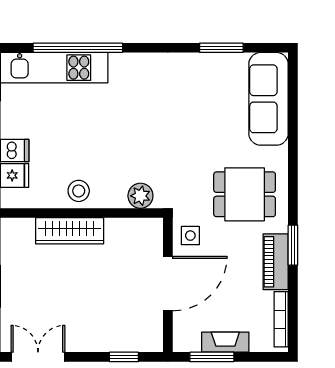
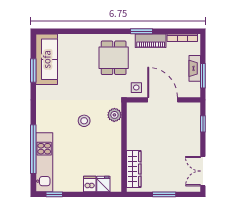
sofa: (269, 99) -> (47, 59), moved, turned -90
stool: (79, 191) -> (84, 121), moved
wardrobe: (70, 231) -> (134, 169), moved

